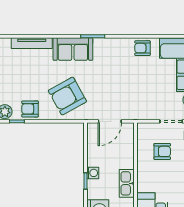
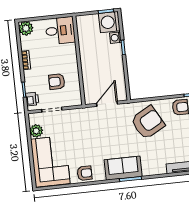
sofa: (73, 49) -> (123, 168), moved
washing machine: (93, 173) -> (115, 38), moved
kitchen sink: (127, 183) -> (86, 49), removed

